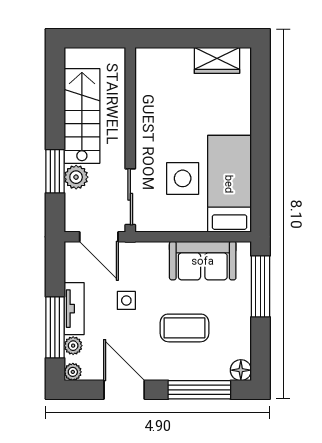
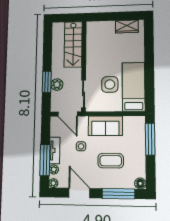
stairs: (82, 116) -> (73, 44), moved, turned 180
sofa: (203, 261) -> (105, 126), moved

